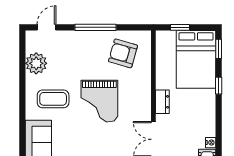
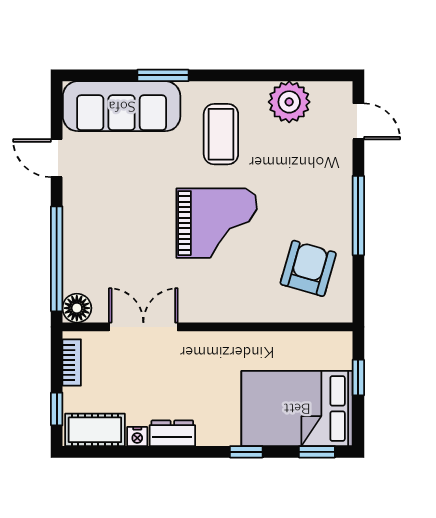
grand piano: (99, 101) -> (217, 223), turned 180
dresser: (162, 102) -> (172, 433), moved, turned 180
window: (22, 129) -> (163, 75), added

